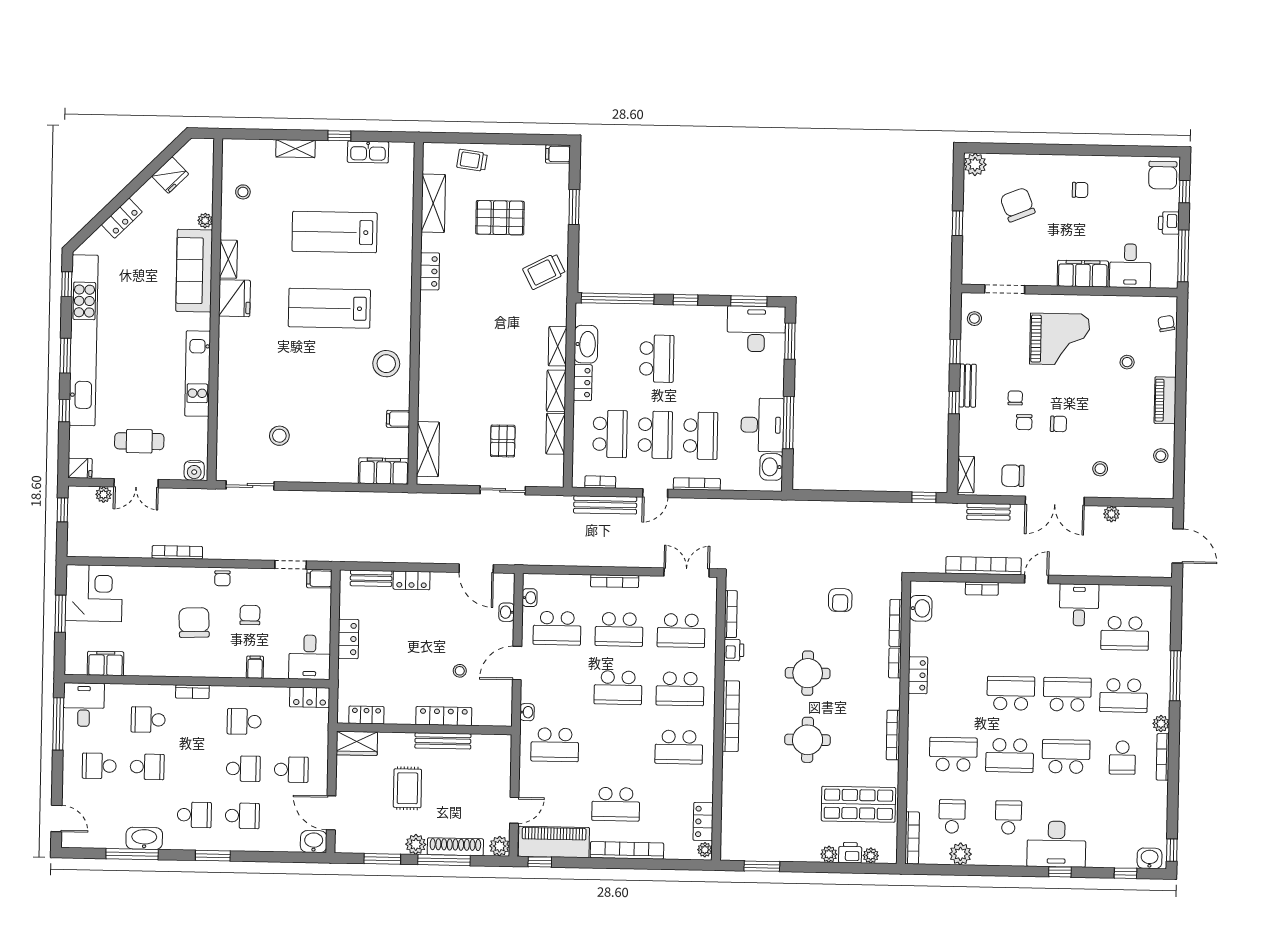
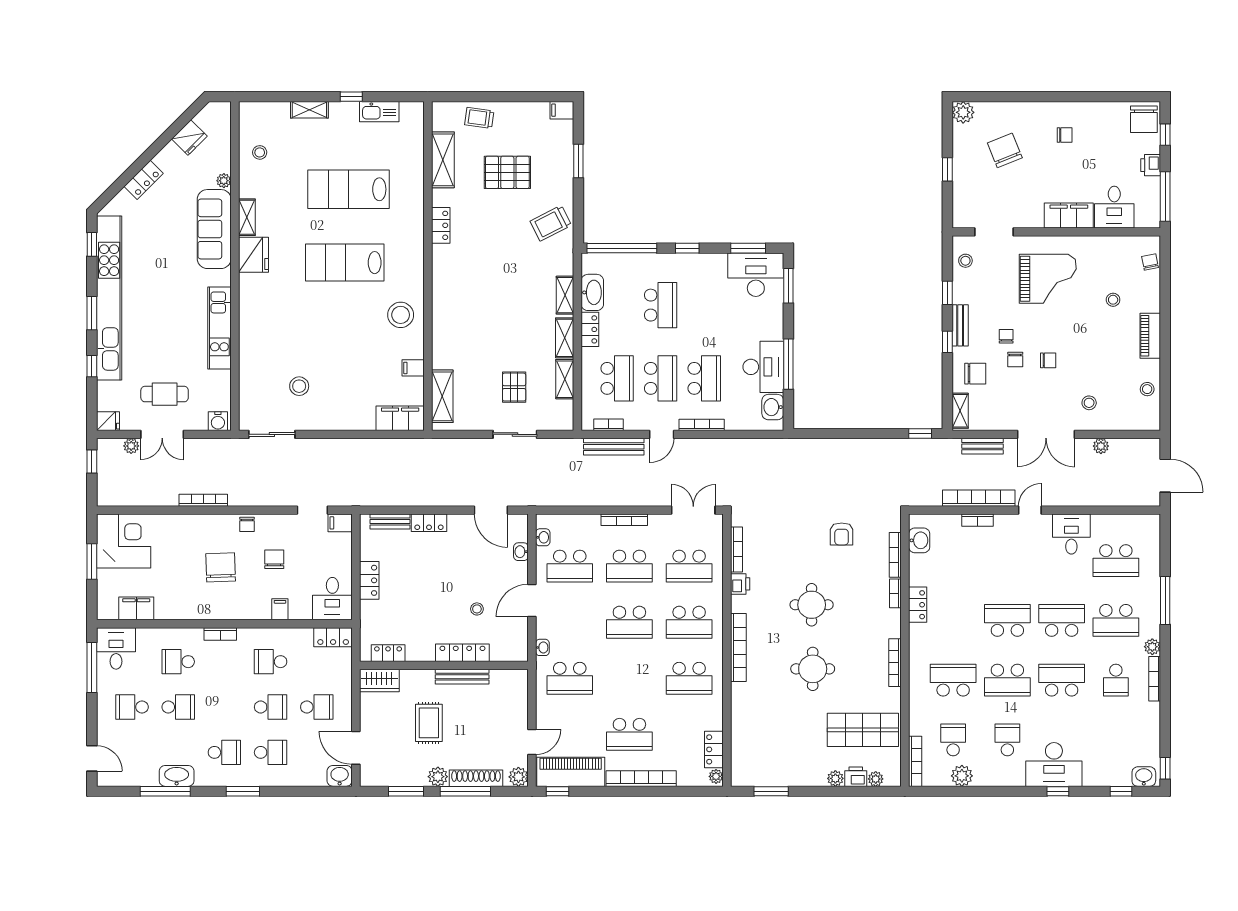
chair: (1013, 476) -> (975, 374), moved, turned 180

